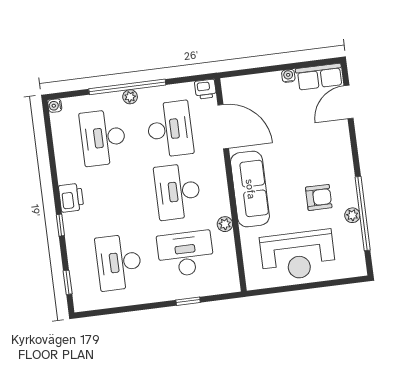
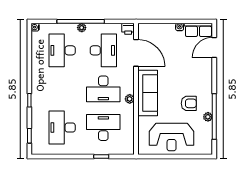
desk: (178, 192) -> (103, 89), turned -90
printer: (71, 198) -> (38, 85), removed
plant: (225, 224) -> (130, 99), moved

